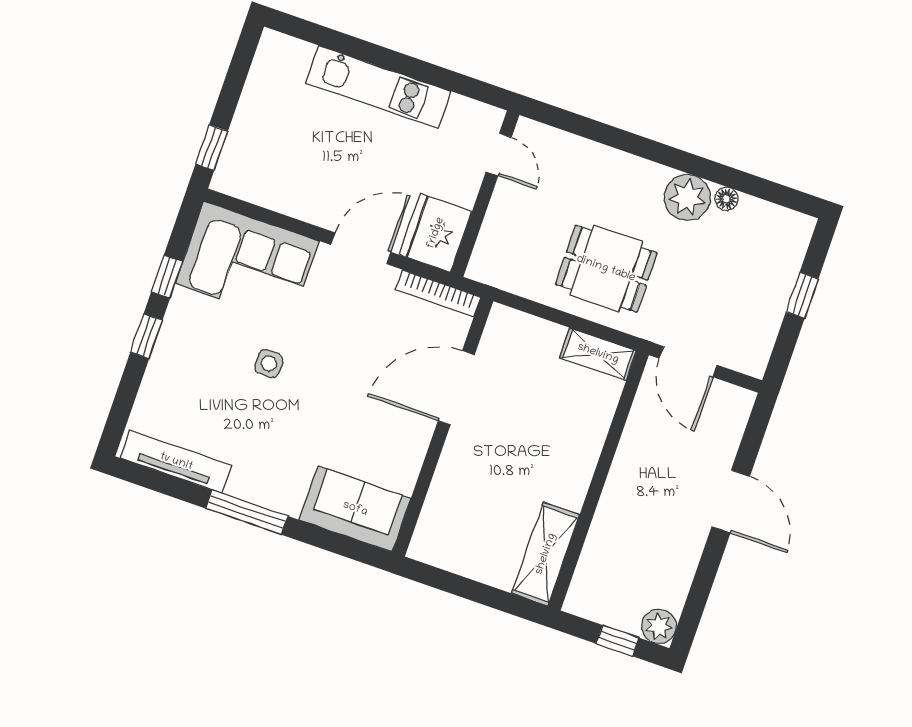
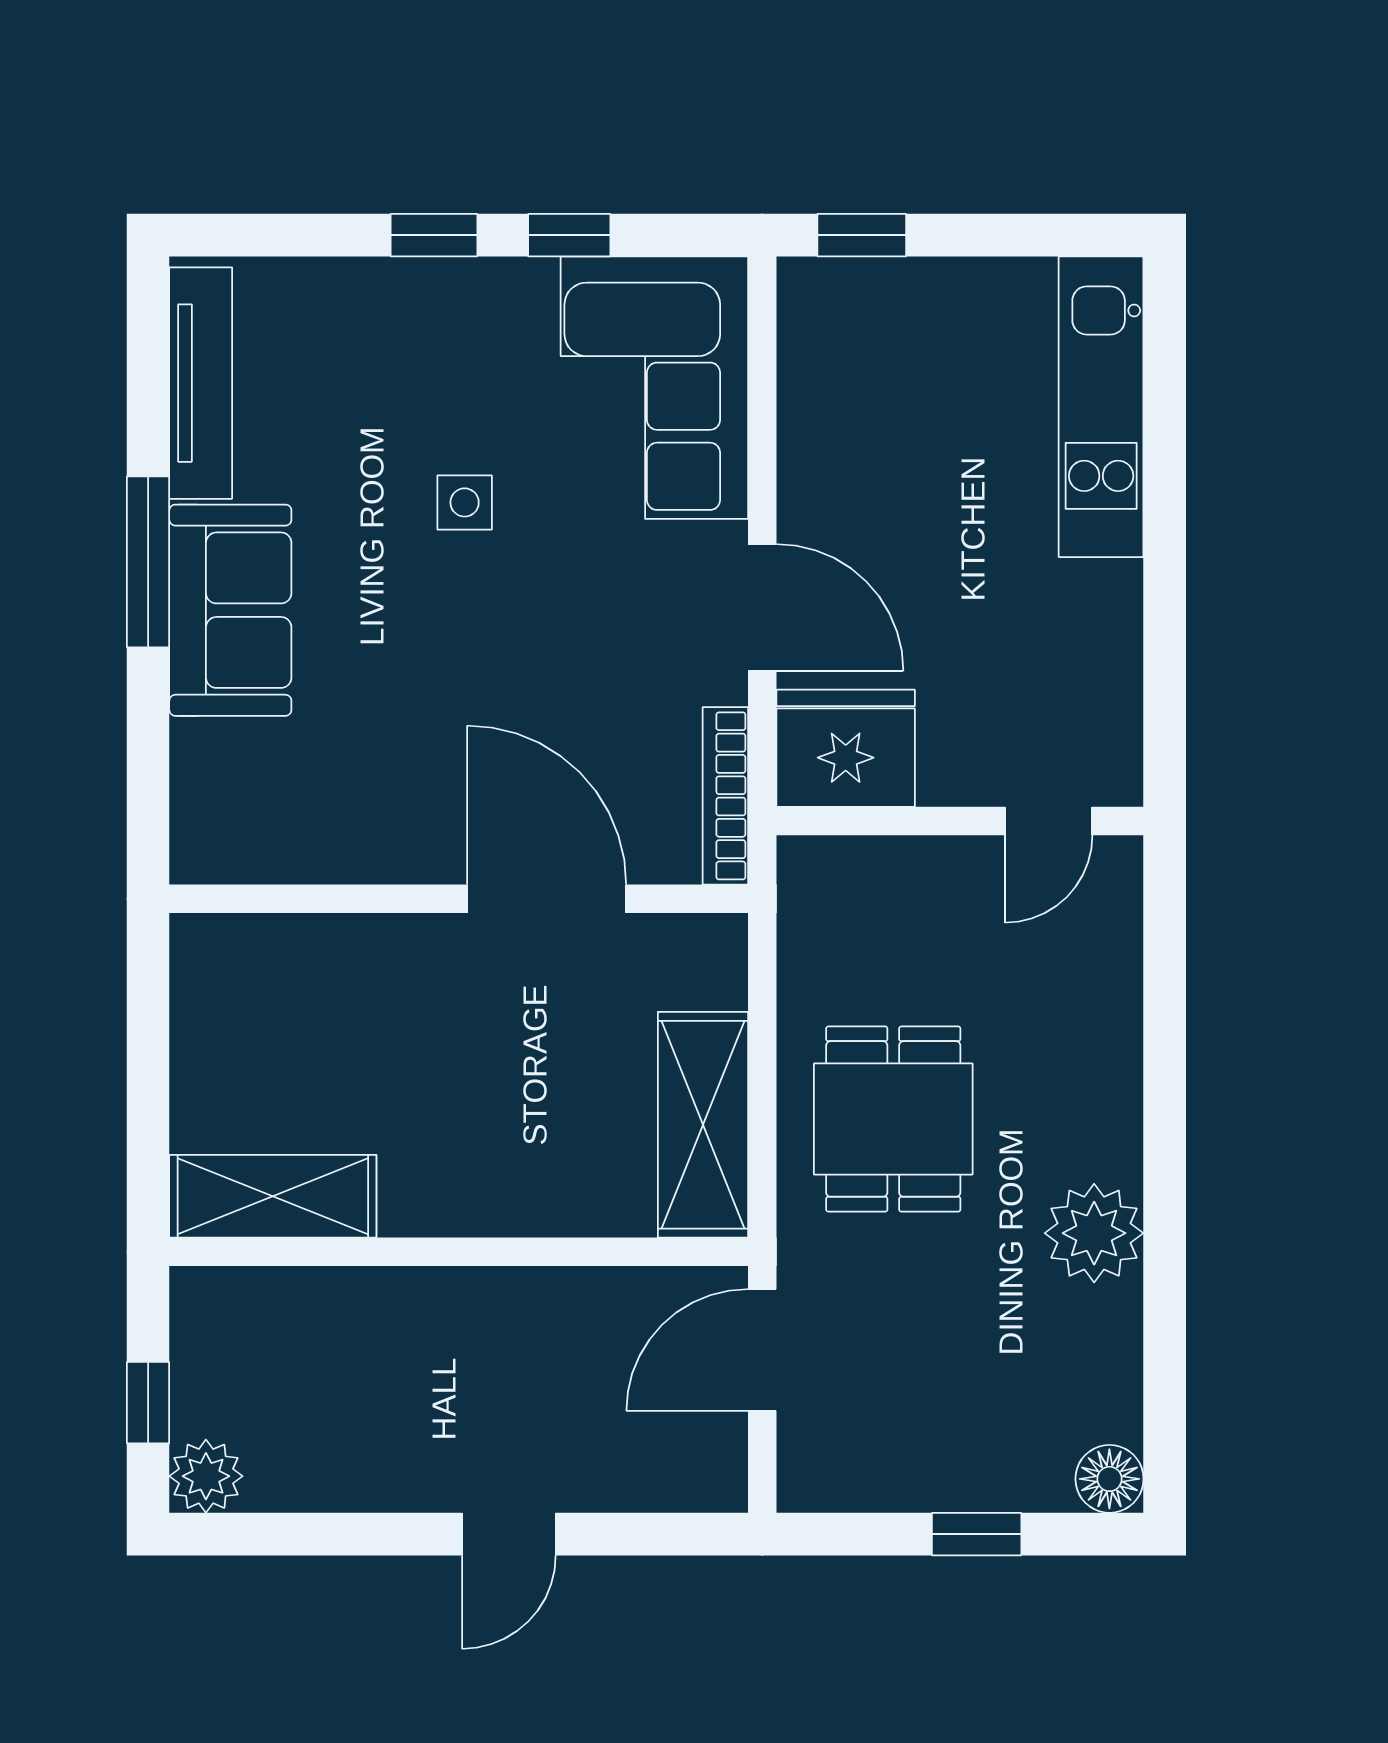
kitchen unit: (378, 87) -> (1101, 407), moved
floor lamp: (726, 199) -> (1109, 1479), moved, width x1.37, depth x1.37
shelving: (598, 354) -> (703, 1125), width x1.50, depth x1.33
door: (731, 502) -> (509, 1534), width x0.73
sofa: (355, 509) -> (230, 610), moved

